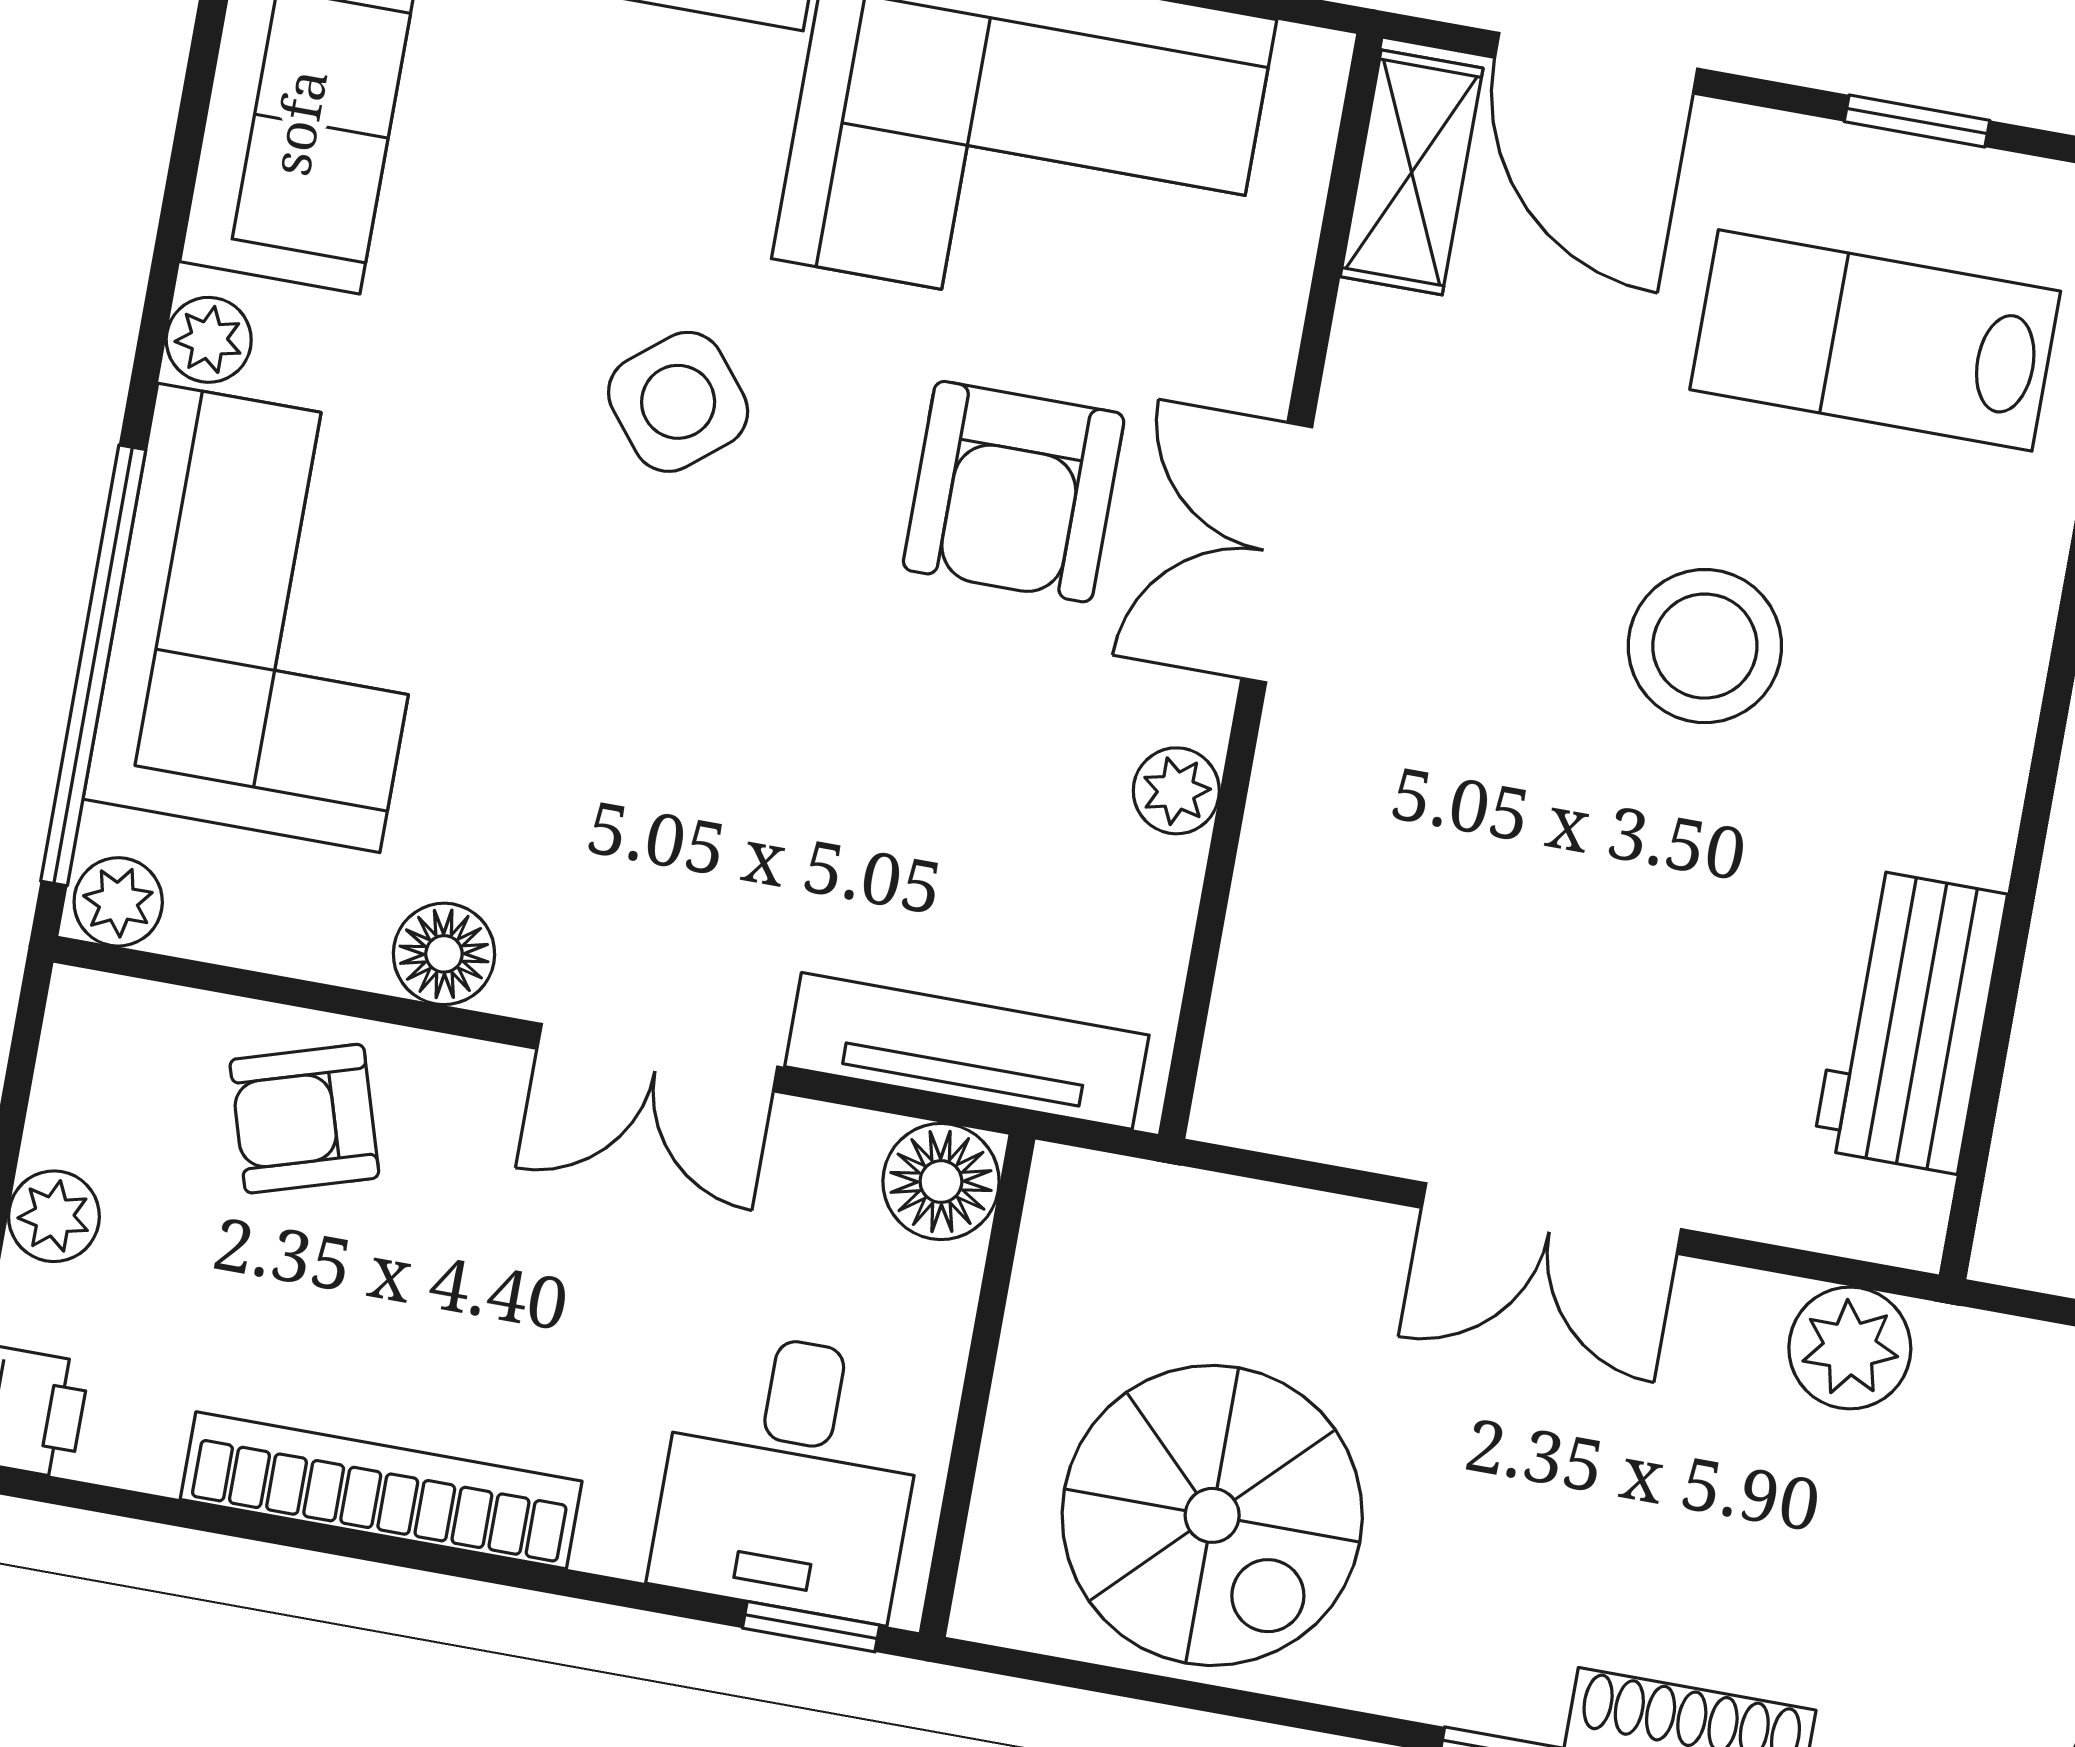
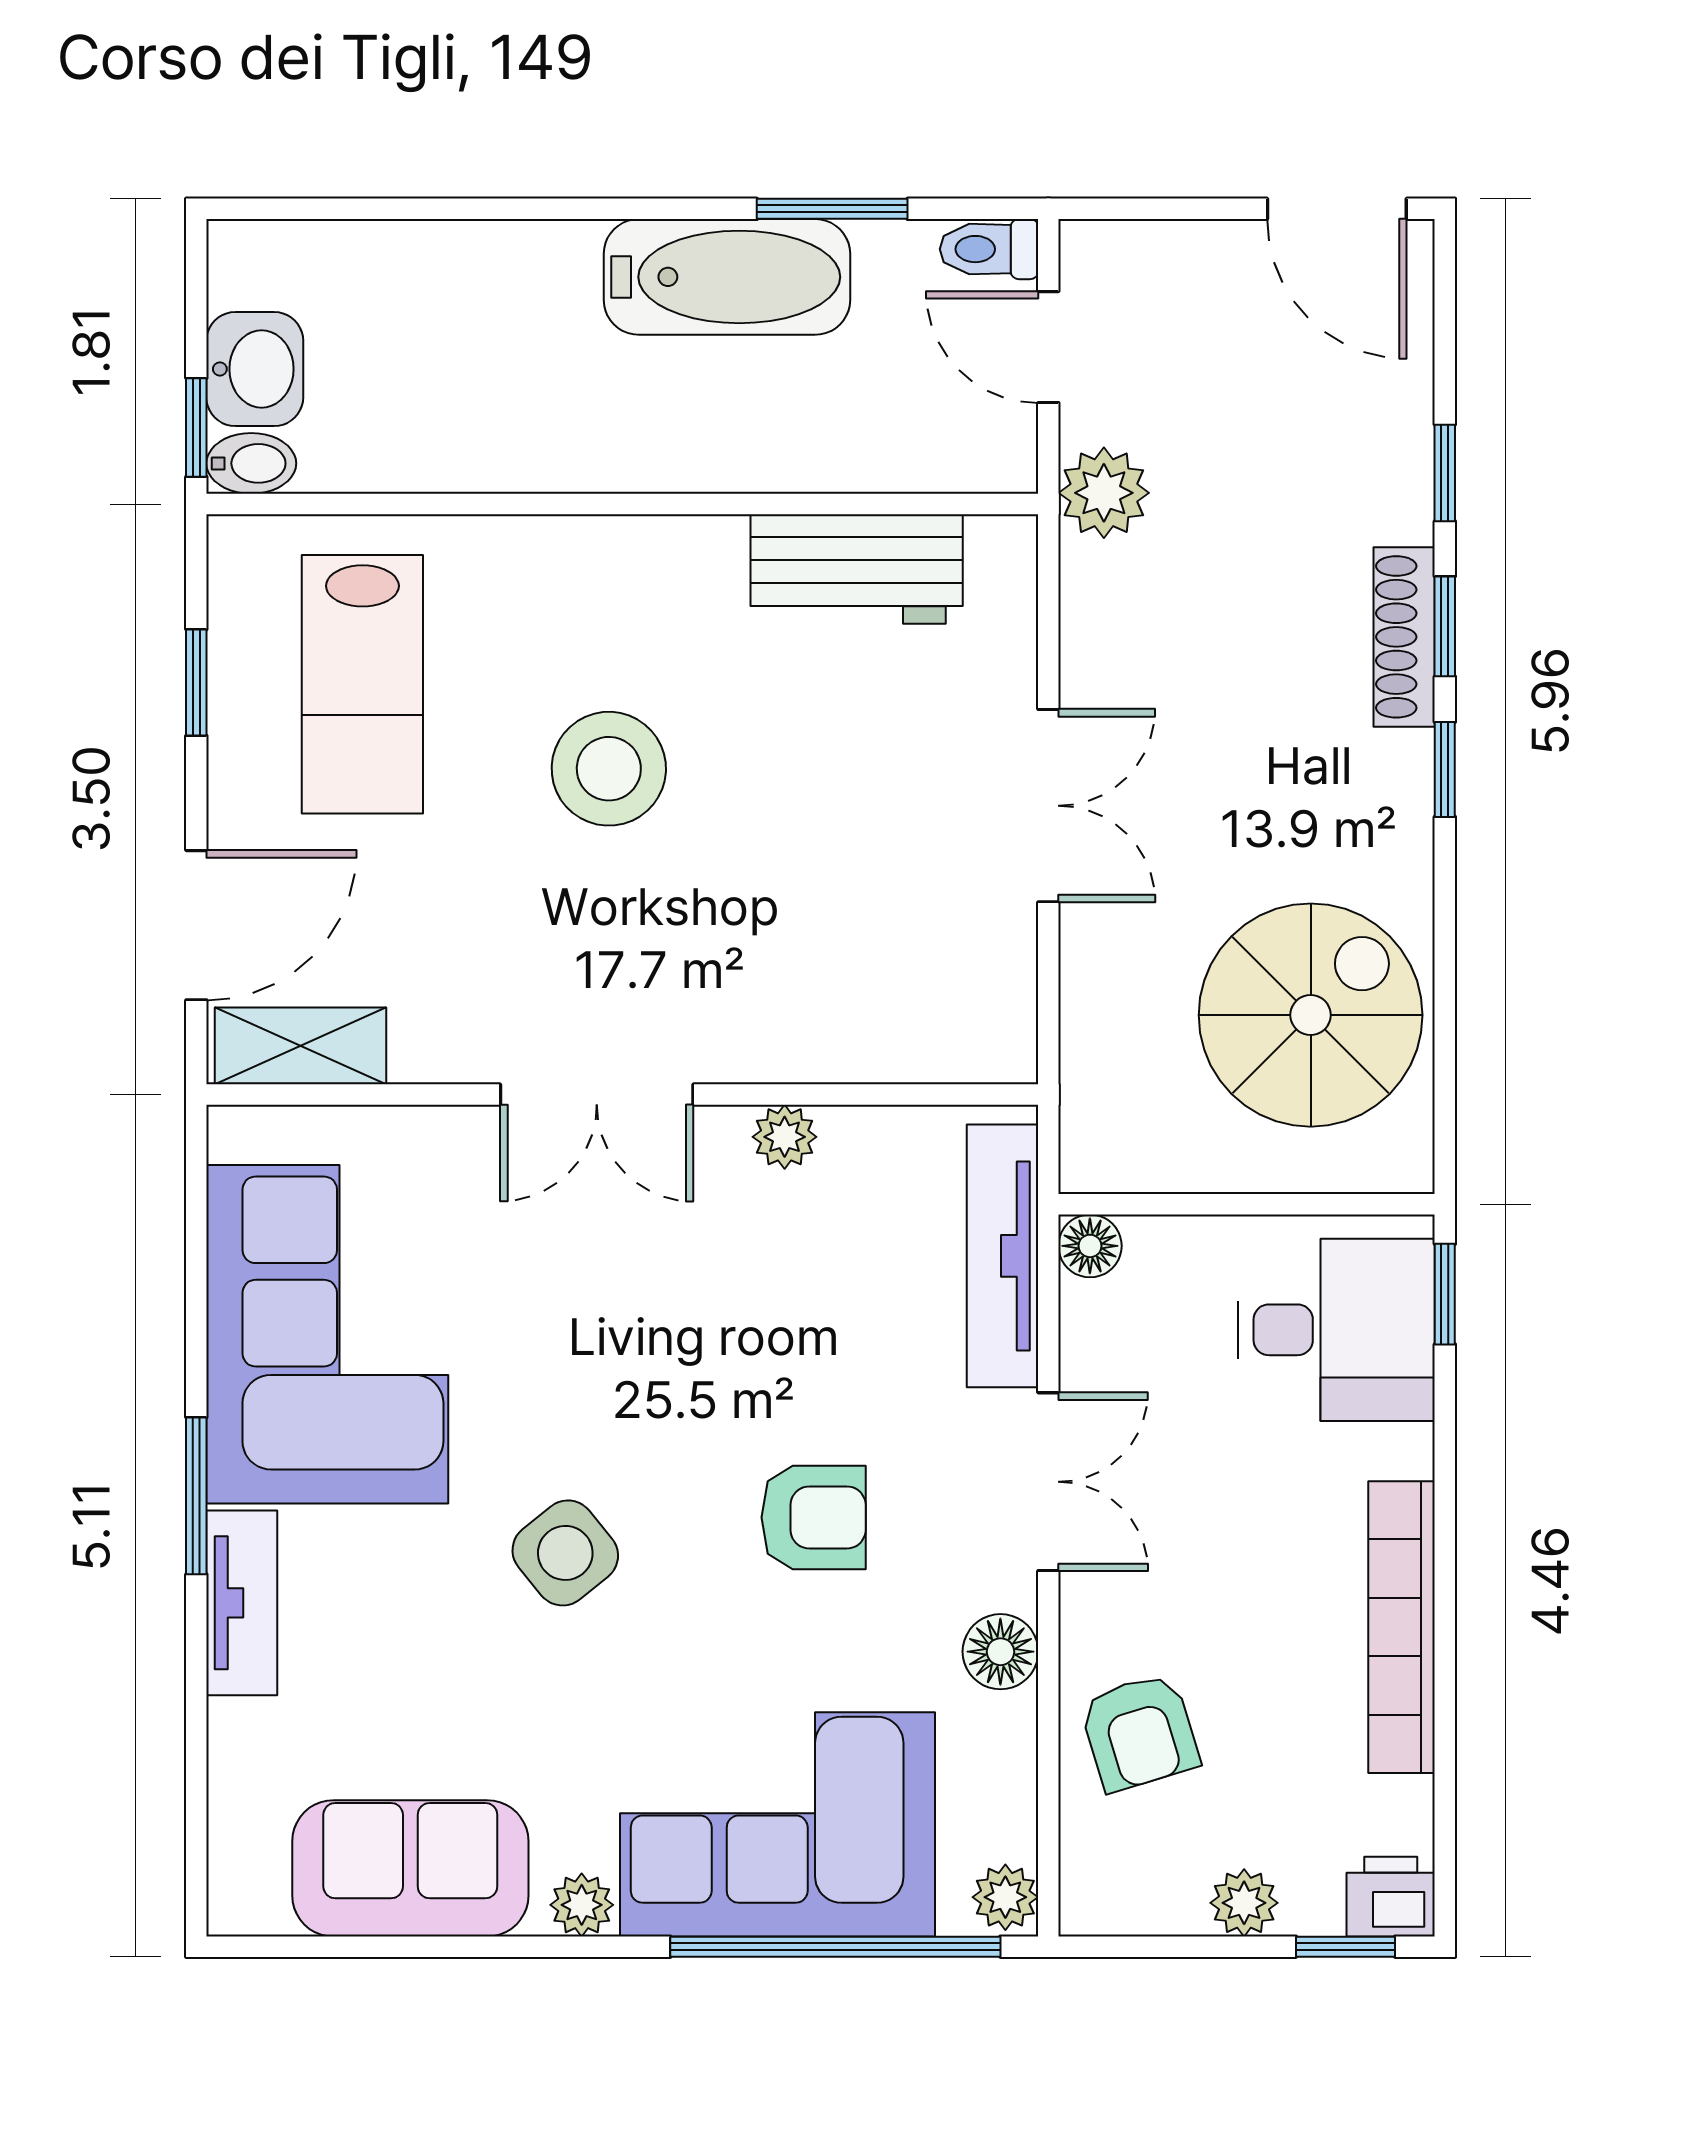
armchair: (1014, 492) -> (814, 1517), moved, width x0.72, depth x0.72
floor lamp: (941, 1182) -> (1090, 1246), width x0.73, depth x0.73
plant: (1850, 1348) -> (1104, 493), moved

